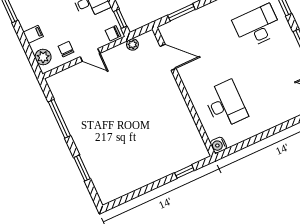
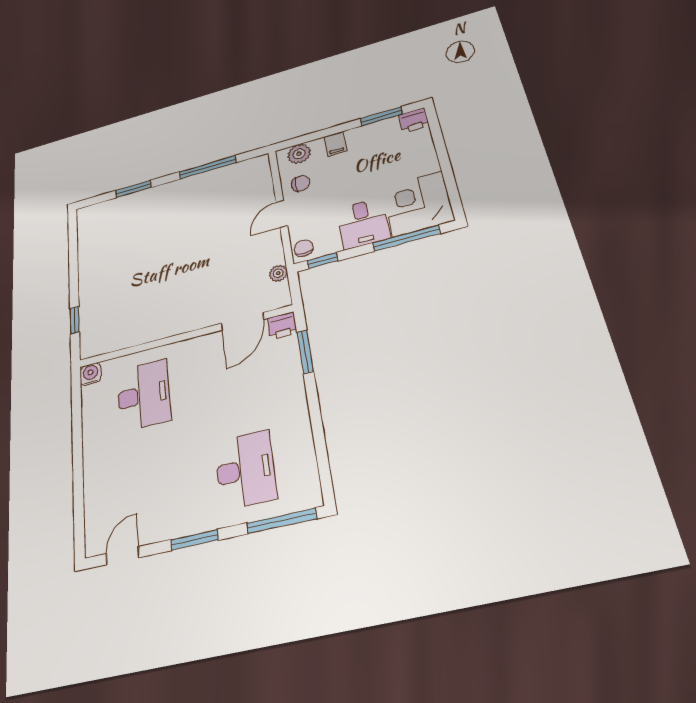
printer: (167, 31) -> (282, 326), added
desk: (225, 104) -> (144, 395), turned -90

